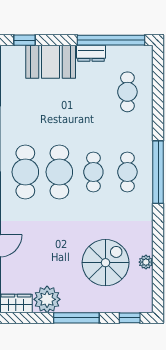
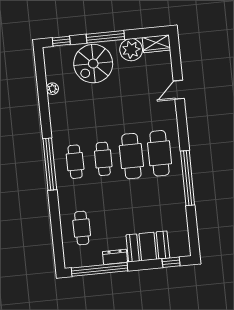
spiral stairs: (106, 263) -> (93, 64), moved

